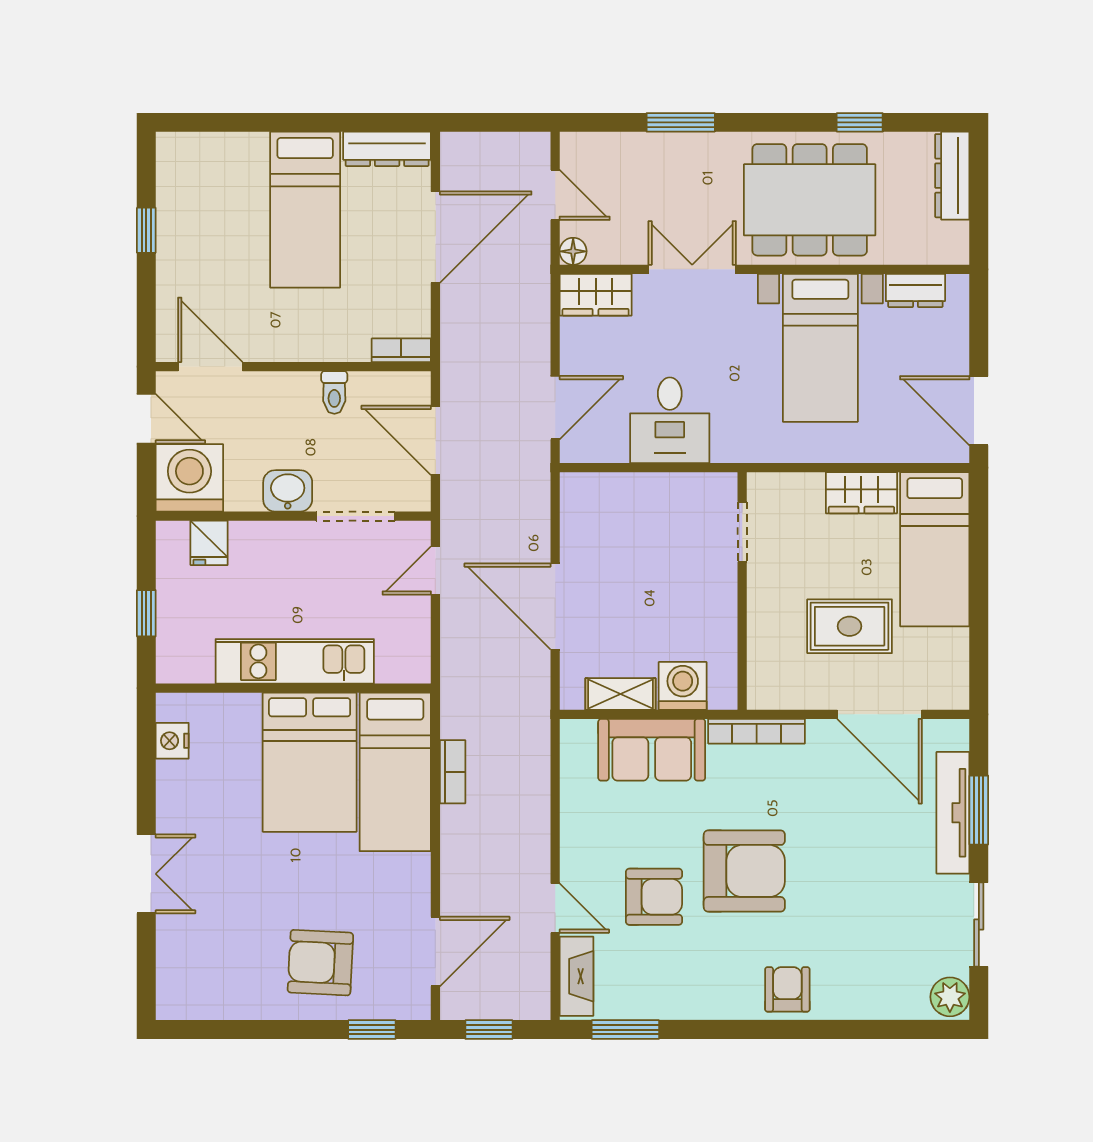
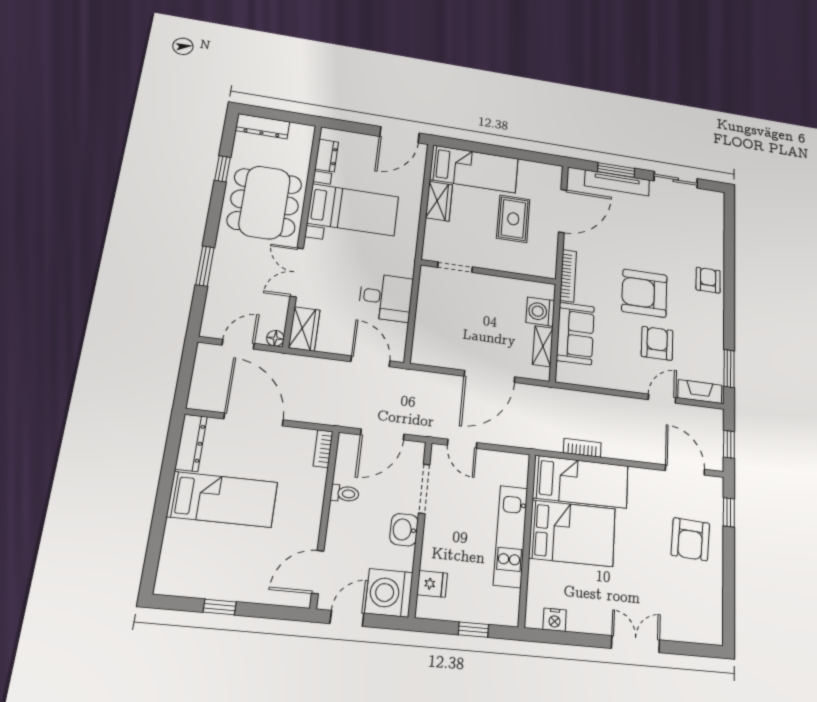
armchair: (744, 871) -> (644, 293), turned -90
armchair: (787, 989) -> (708, 280), turned 90
plant: (950, 997) -> (713, 200), removed

